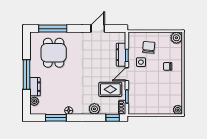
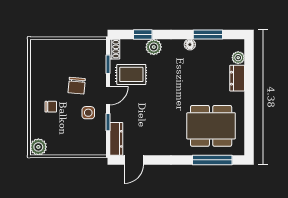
door: (98, 29) -> (134, 160), moved
chair: (149, 47) -> (77, 86), moved
dining table: (54, 53) -> (211, 126), width x1.37
dresser: (121, 55) -> (116, 139), moved
window: (27, 74) -> (249, 95), removed
plant: (178, 110) -> (36, 46), removed
window: (113, 118) -> (143, 35), moved

